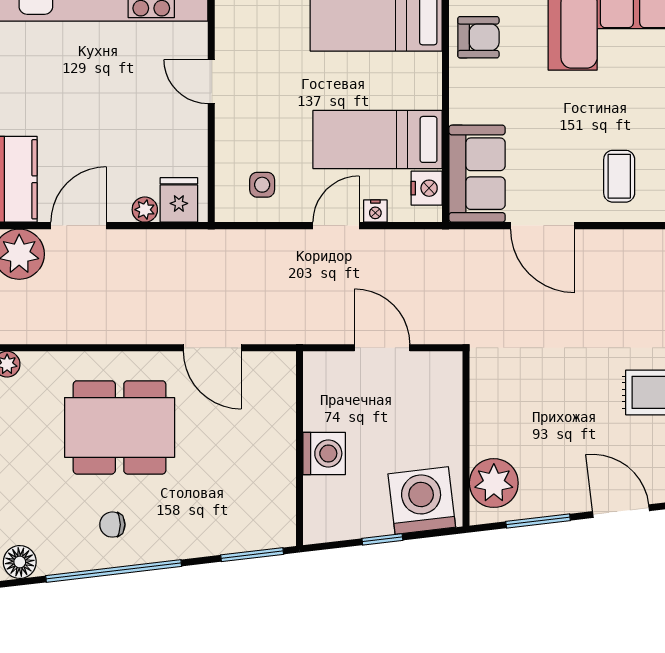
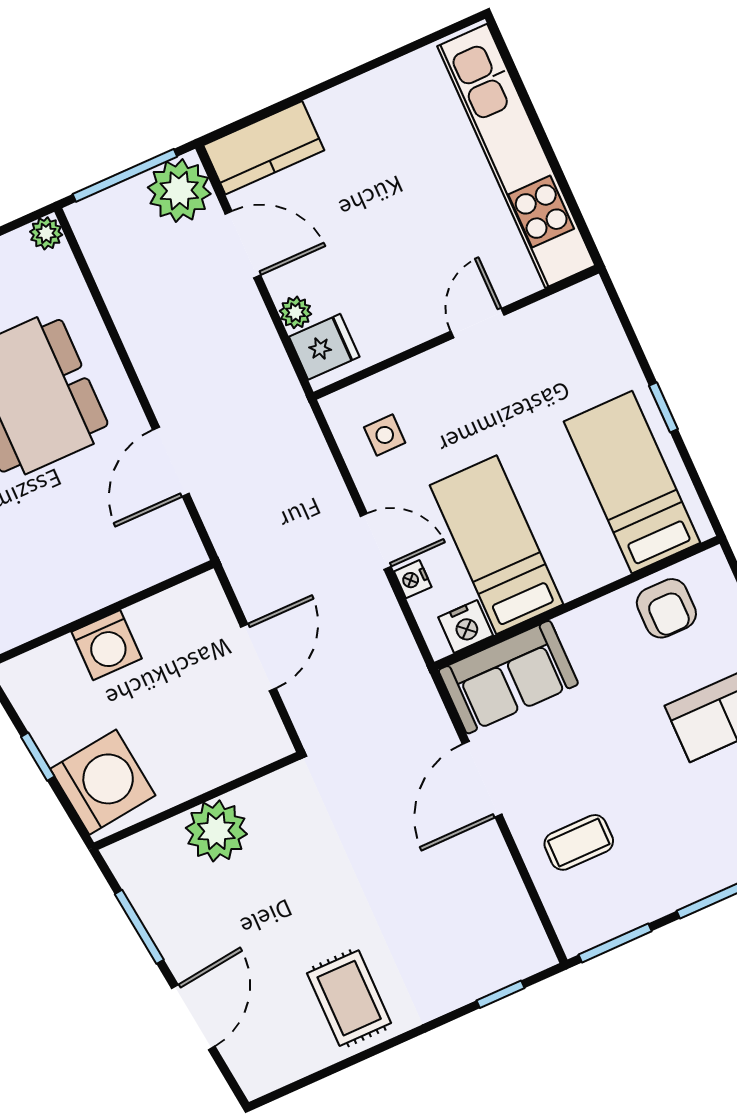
plant: (494, 483) -> (216, 831), moved

